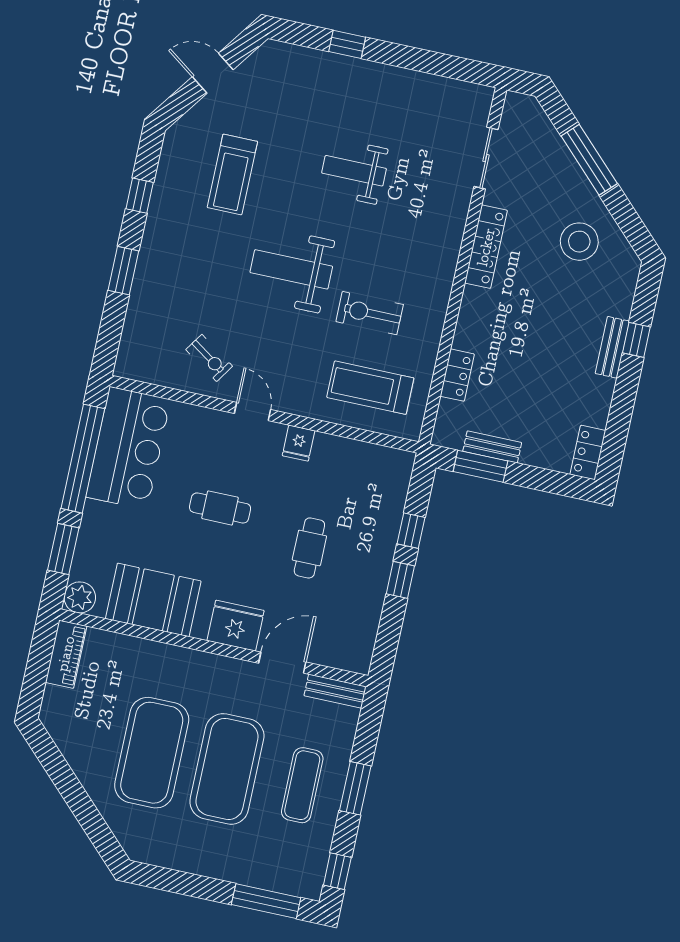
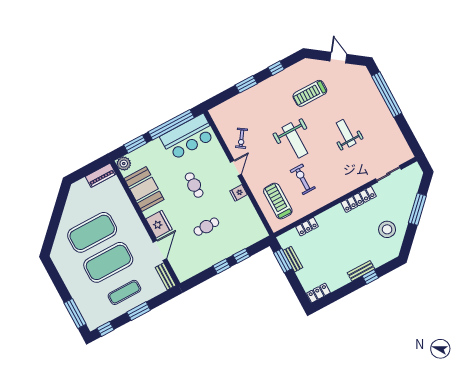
window: (347, 44) -> (387, 95), width x3.17
weight bench: (291, 269) -> (295, 140), turned 180
door: (282, 663) -> (160, 250), hinge flipped

